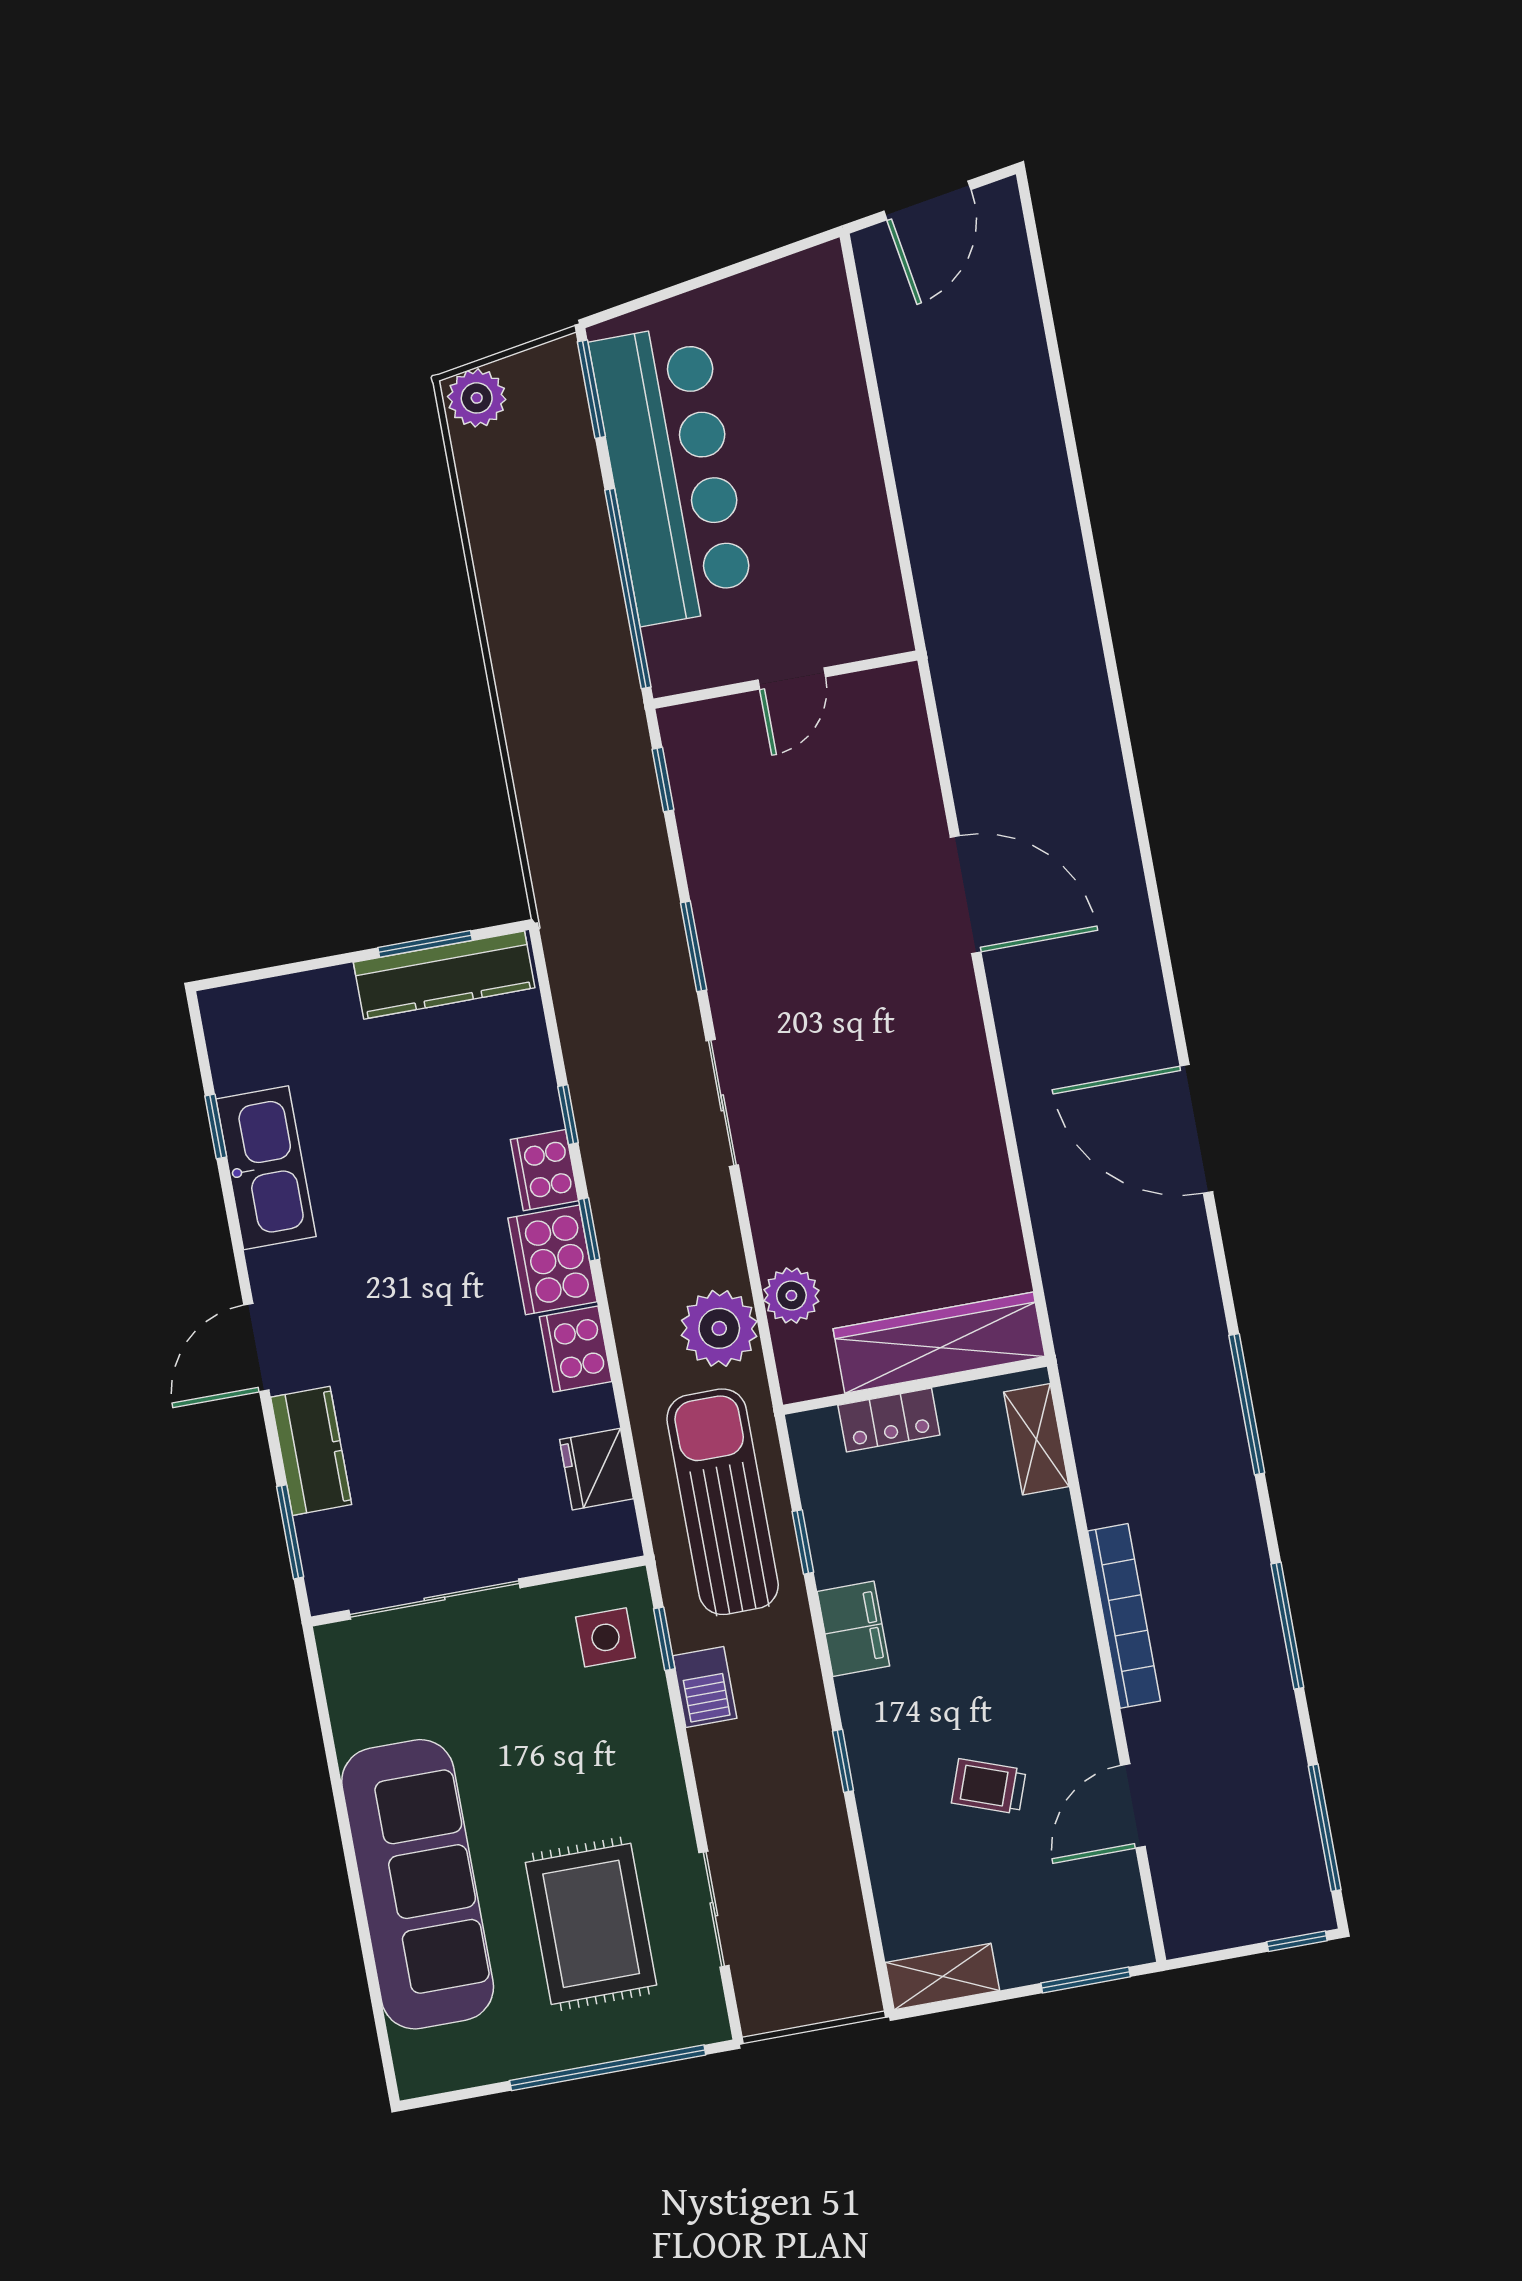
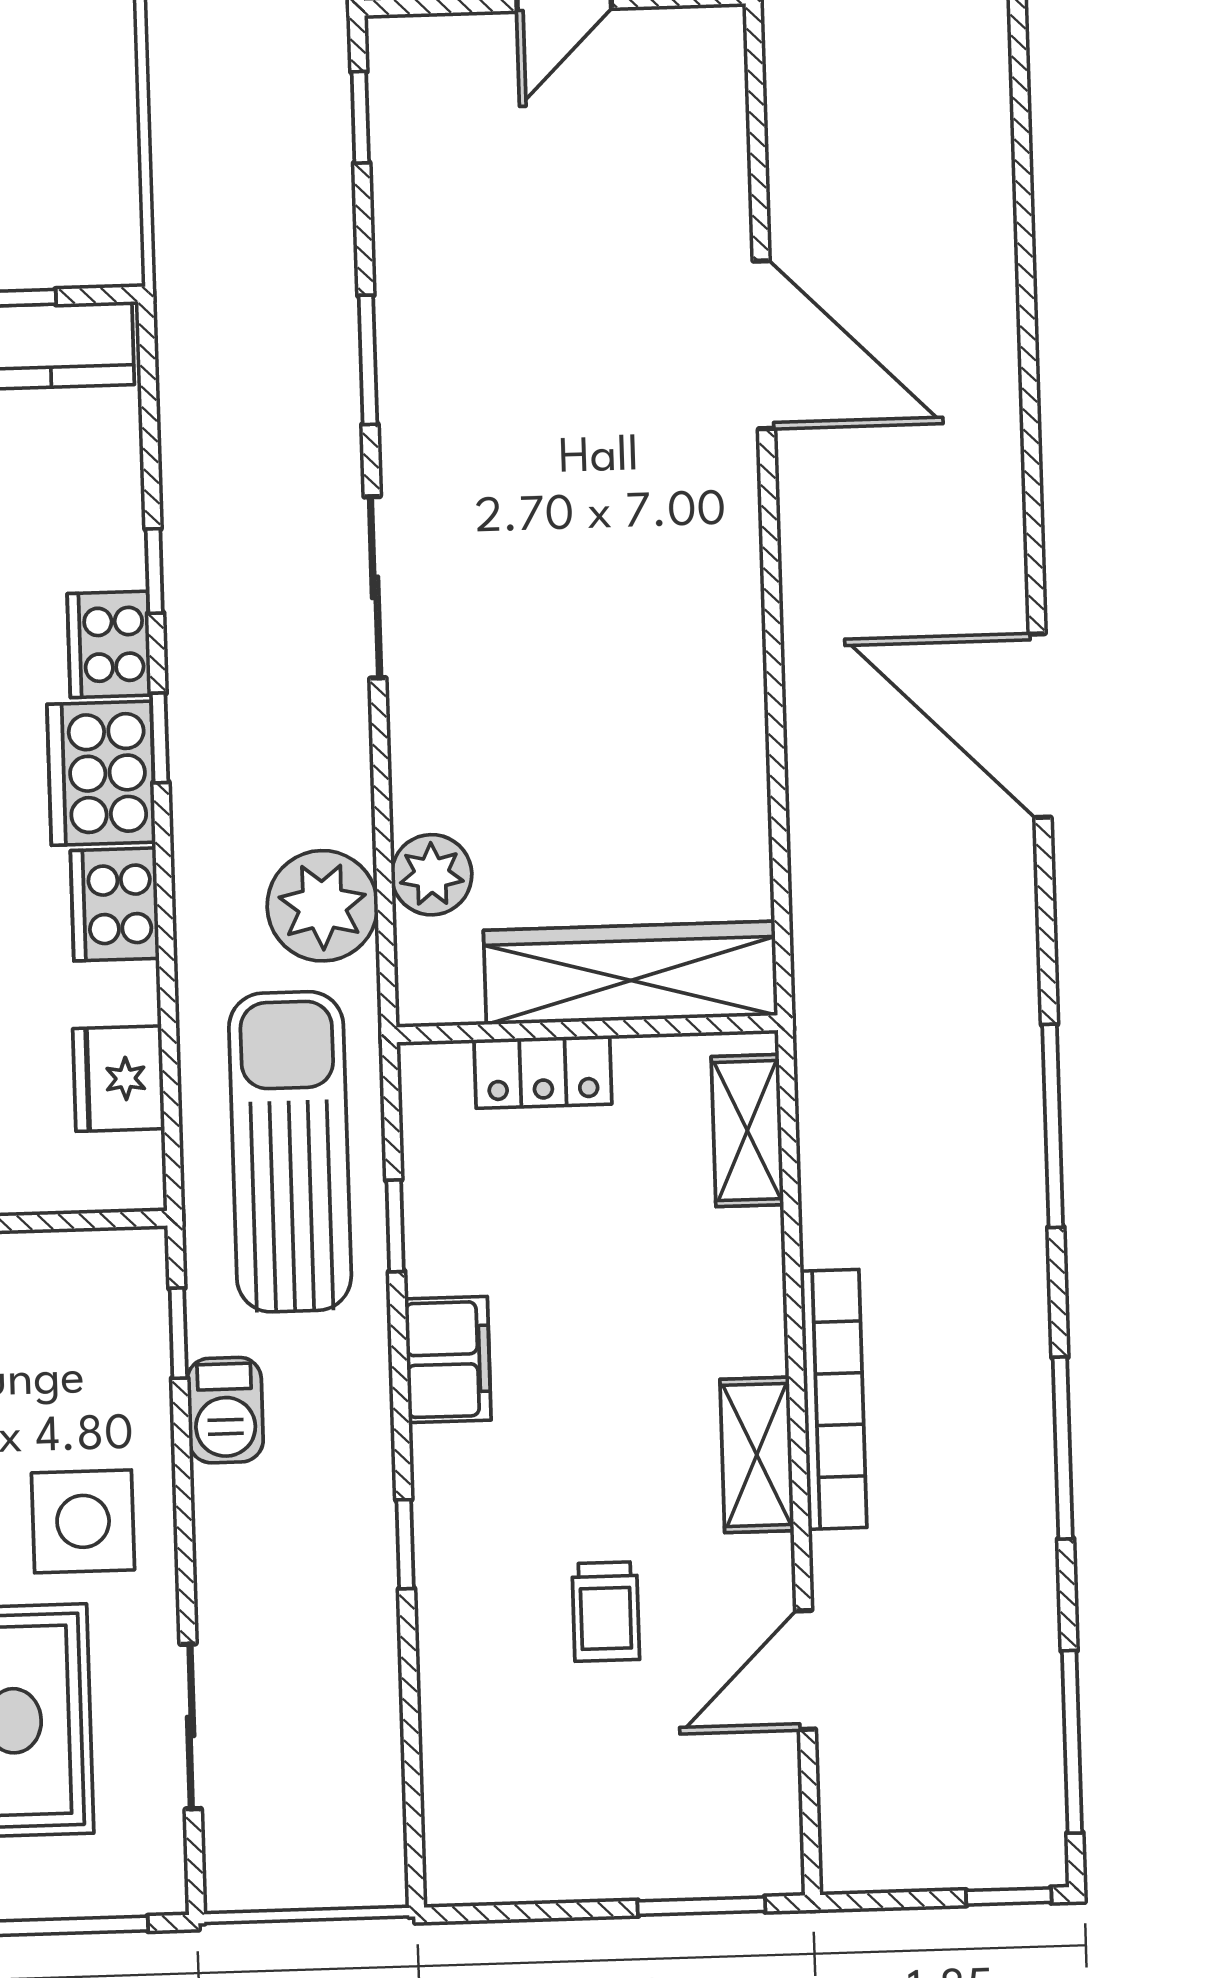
side table: (606, 1637) -> (83, 1521), moved, width x1.37, depth x1.37
trolley: (989, 1786) -> (606, 1612), turned -110
shelving: (942, 1977) -> (757, 1455), moved, turned 90

